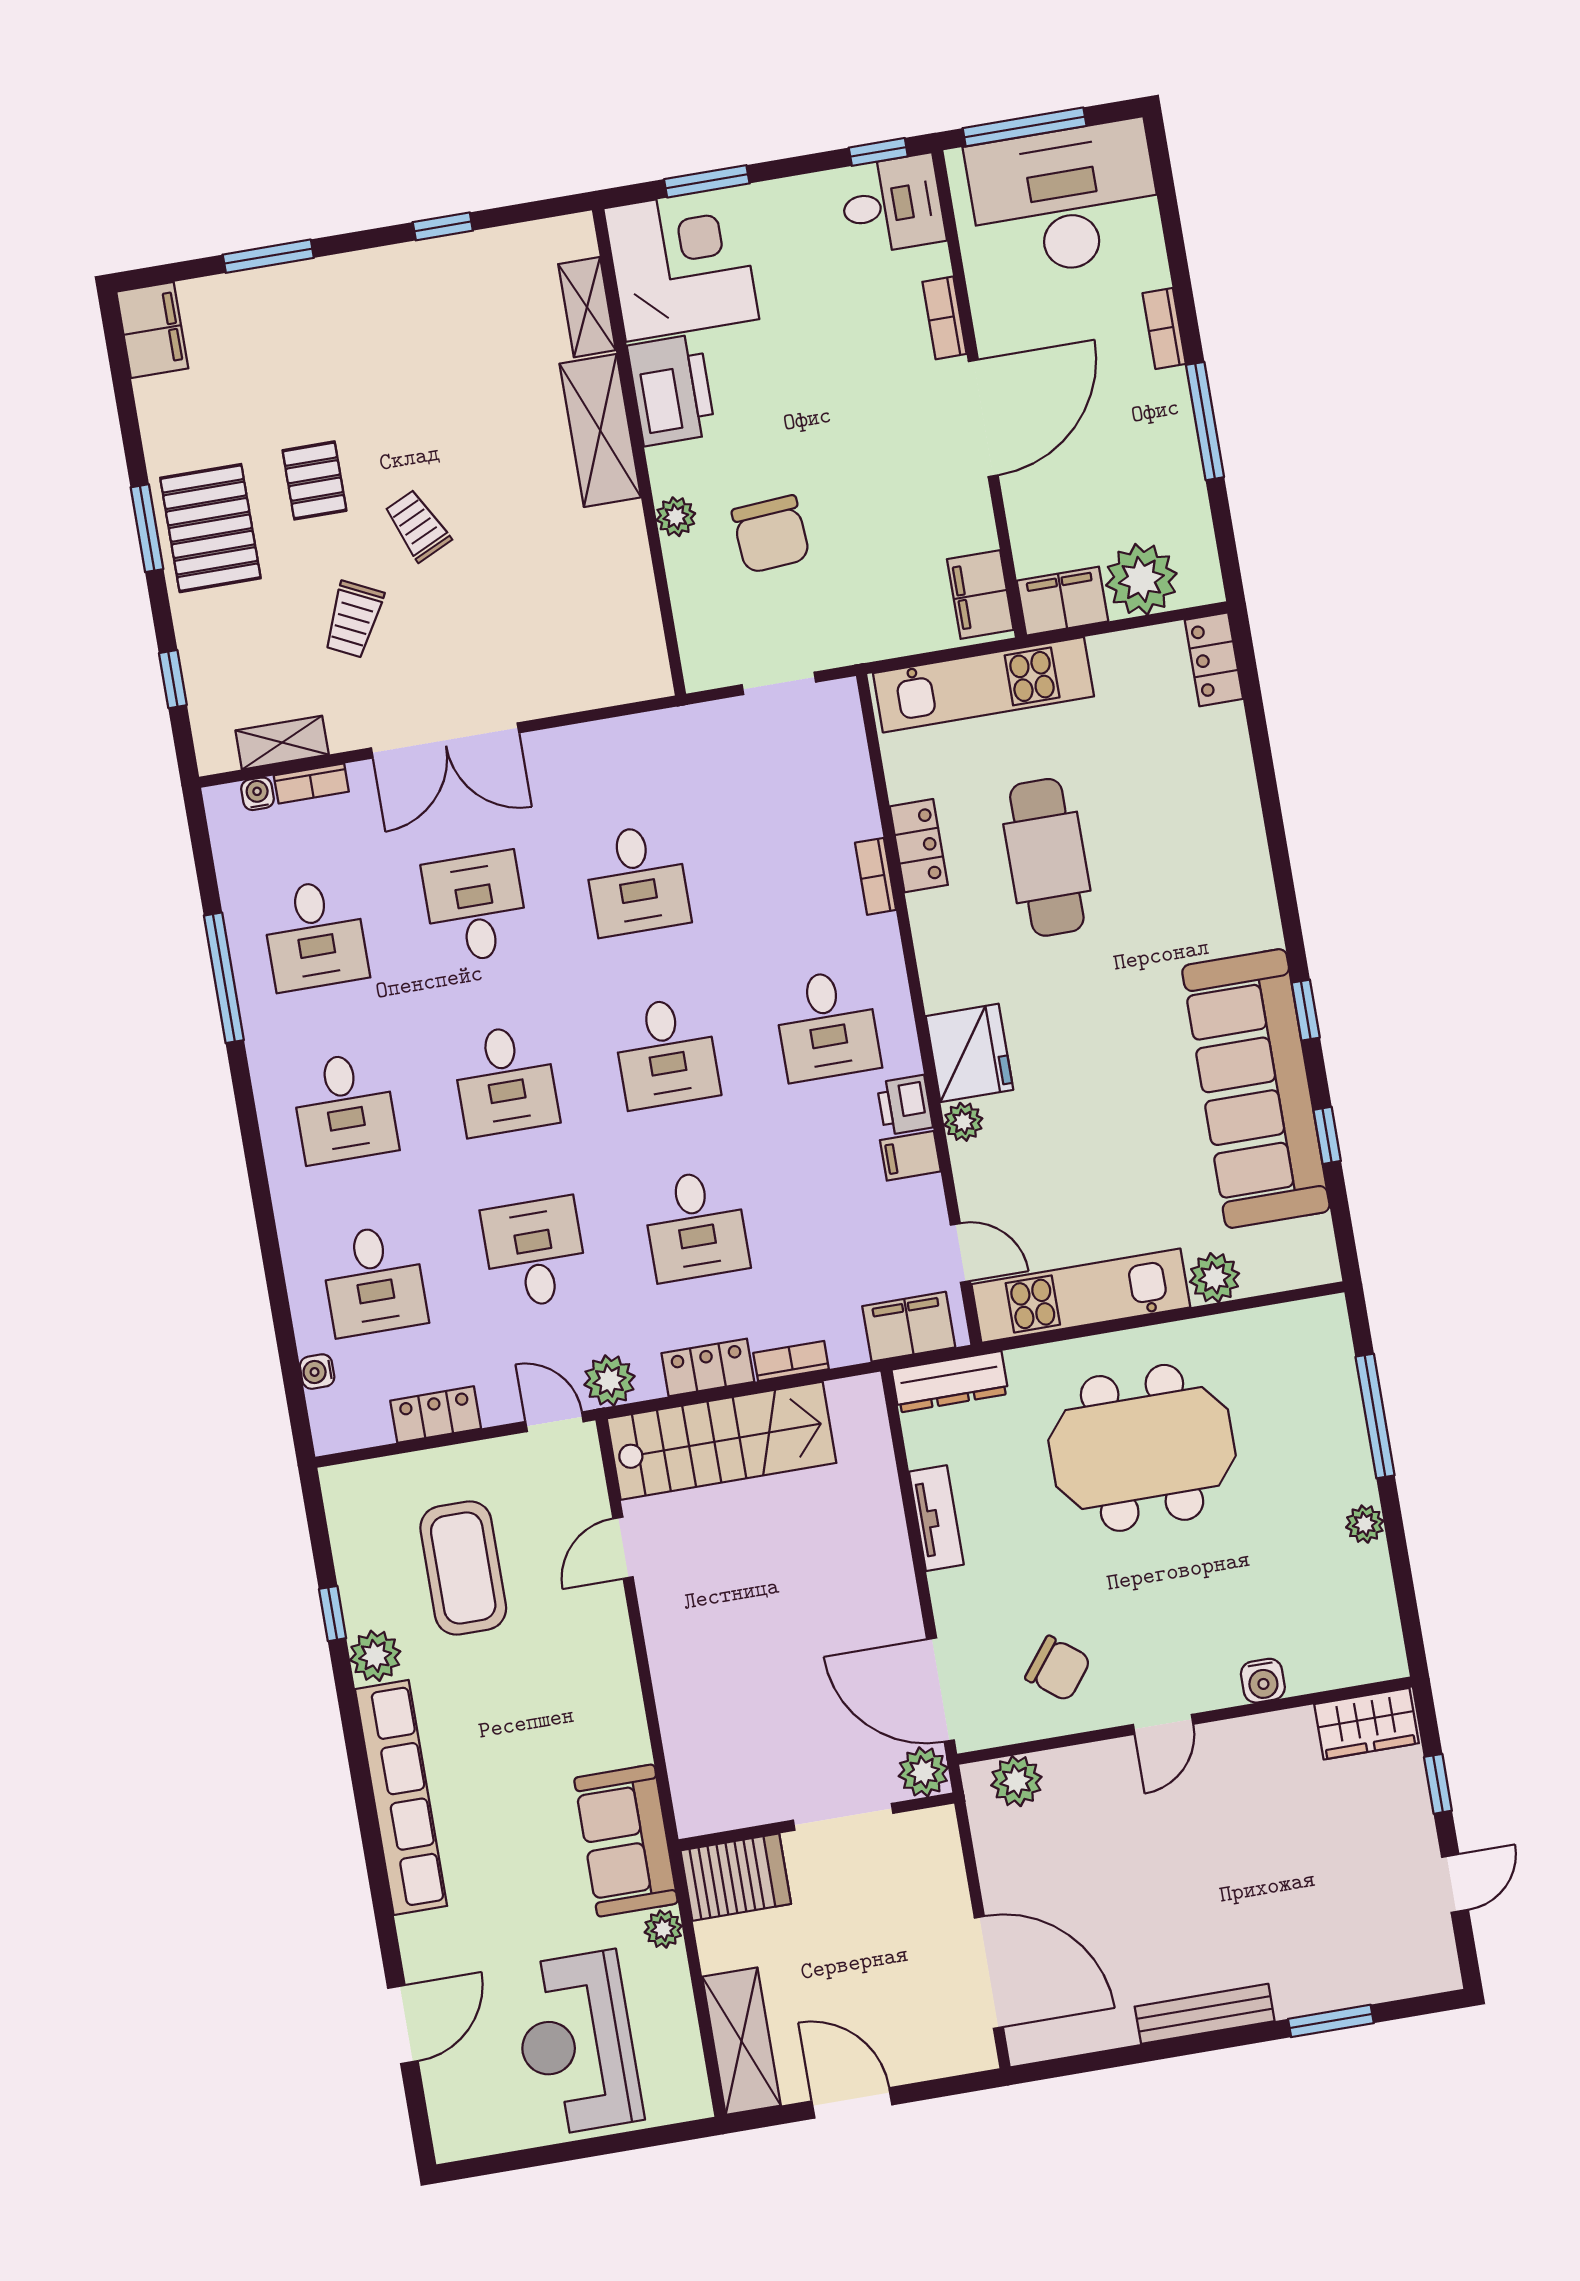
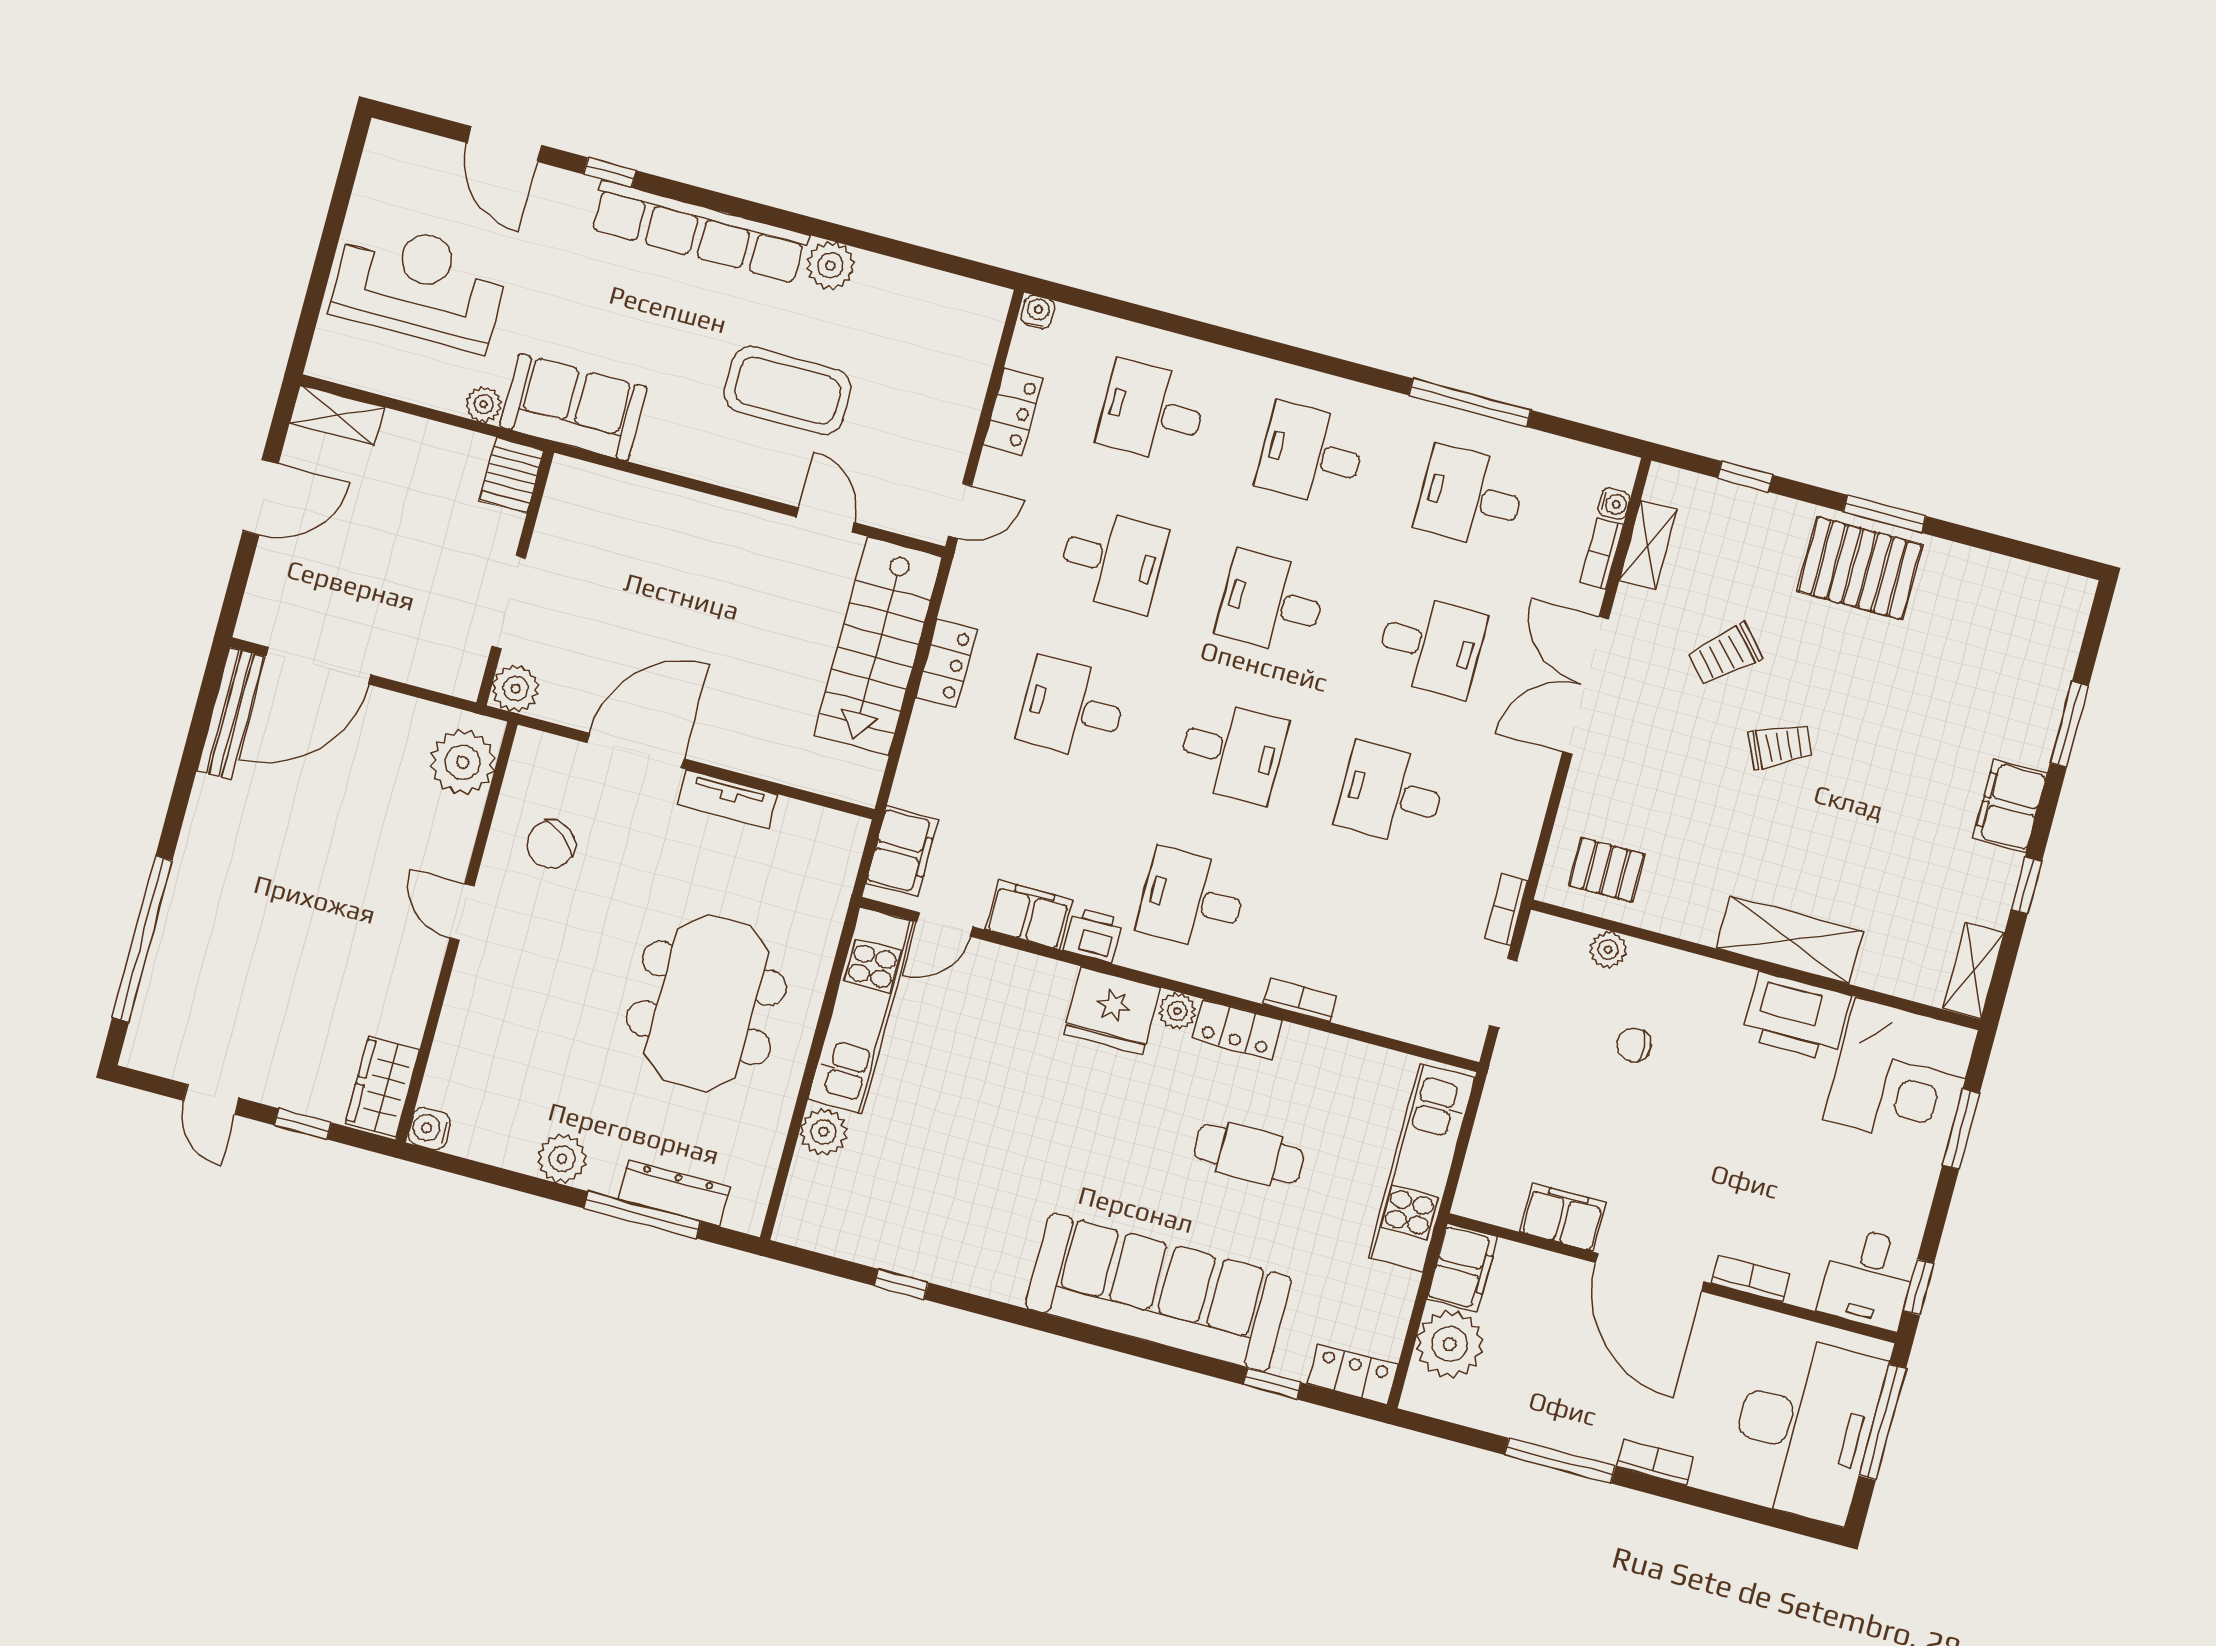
shelving: (587, 307) -> (1974, 970), moved, turned 90
filing cabinet: (152, 330) -> (2010, 806), moved, turned 90
pallet: (314, 480) -> (1607, 870), moved
plant: (676, 517) -> (1608, 950), moved
chair: (771, 534) -> (1634, 1045), width x0.54, depth x0.54
filing cabinet: (980, 595) -> (1563, 1217), moved
trolley: (354, 619) -> (1725, 655), turned -68
locker: (919, 846) -> (1237, 1030), moved
cafe table: (1047, 857) -> (1249, 1154), width x0.73, depth x0.74
window: (1306, 1010) -> (1272, 1384), moved
desk: (666, 1053) -> (1232, 751), turned 180
sofa: (1256, 1089) -> (1159, 1292), moved
plant: (963, 1122) -> (1177, 1011), moved
filing cabinet: (910, 1156) -> (1029, 915), width x2.00
bookcase: (791, 1361) -> (1506, 910), moved, turned 180
water cooler: (317, 1372) -> (1038, 312), moved
plant: (609, 1381) -> (974, 574), removed
dresser: (950, 1382) -> (674, 1193), moved, turned 90
plant: (1365, 1524) -> (562, 1159), width x1.38, depth x1.38
coffee table: (463, 1568) -> (788, 390), moved
window: (333, 1614) -> (610, 172), moved
water cooler: (1263, 1681) -> (429, 1129), moved
door: (940, 1690) -> (636, 751), moved
plant: (1016, 1781) -> (463, 762), width x1.36, depth x1.36
server rack: (736, 1877) -> (512, 475), width x0.73, depth x0.70
bench: (1205, 2014) -> (230, 714), moved
window: (1331, 2021) -> (142, 939), width x2.11
shelving: (741, 2041) -> (337, 415), width x0.67, depth x0.75

